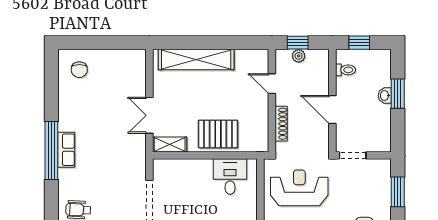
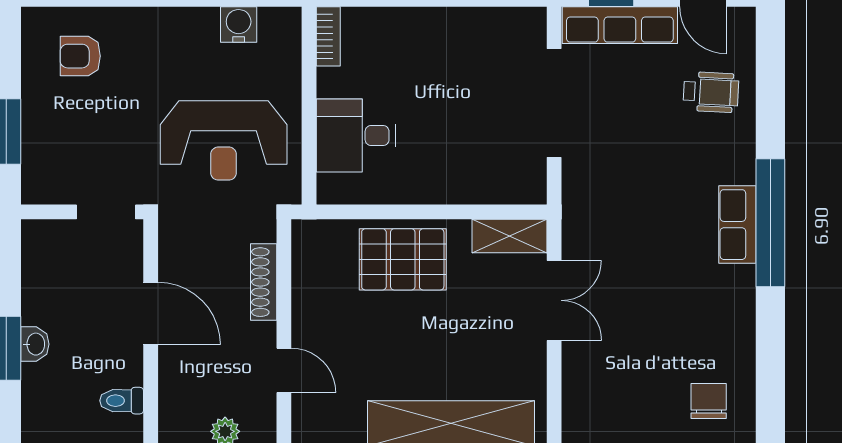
desk: (230, 177) -> (356, 136), moved, turned 90

